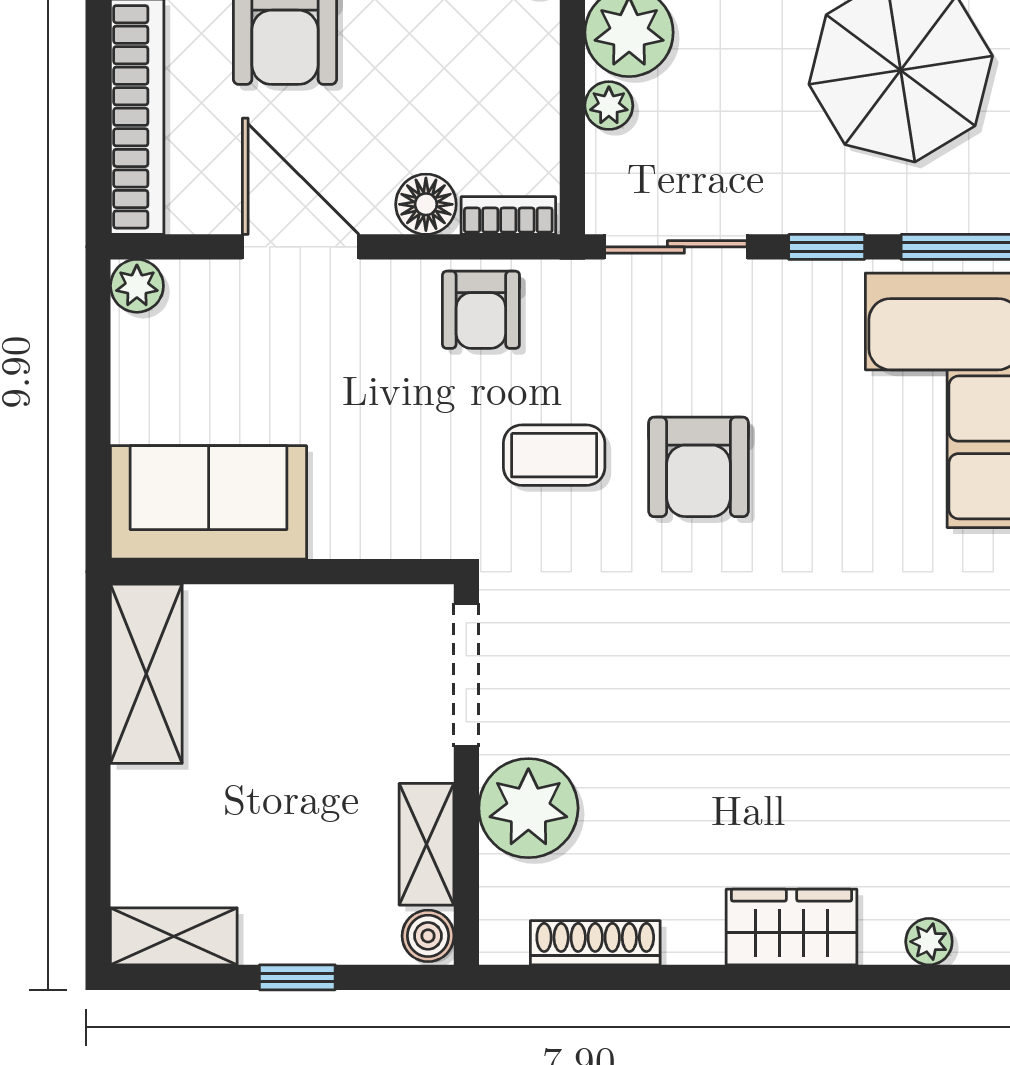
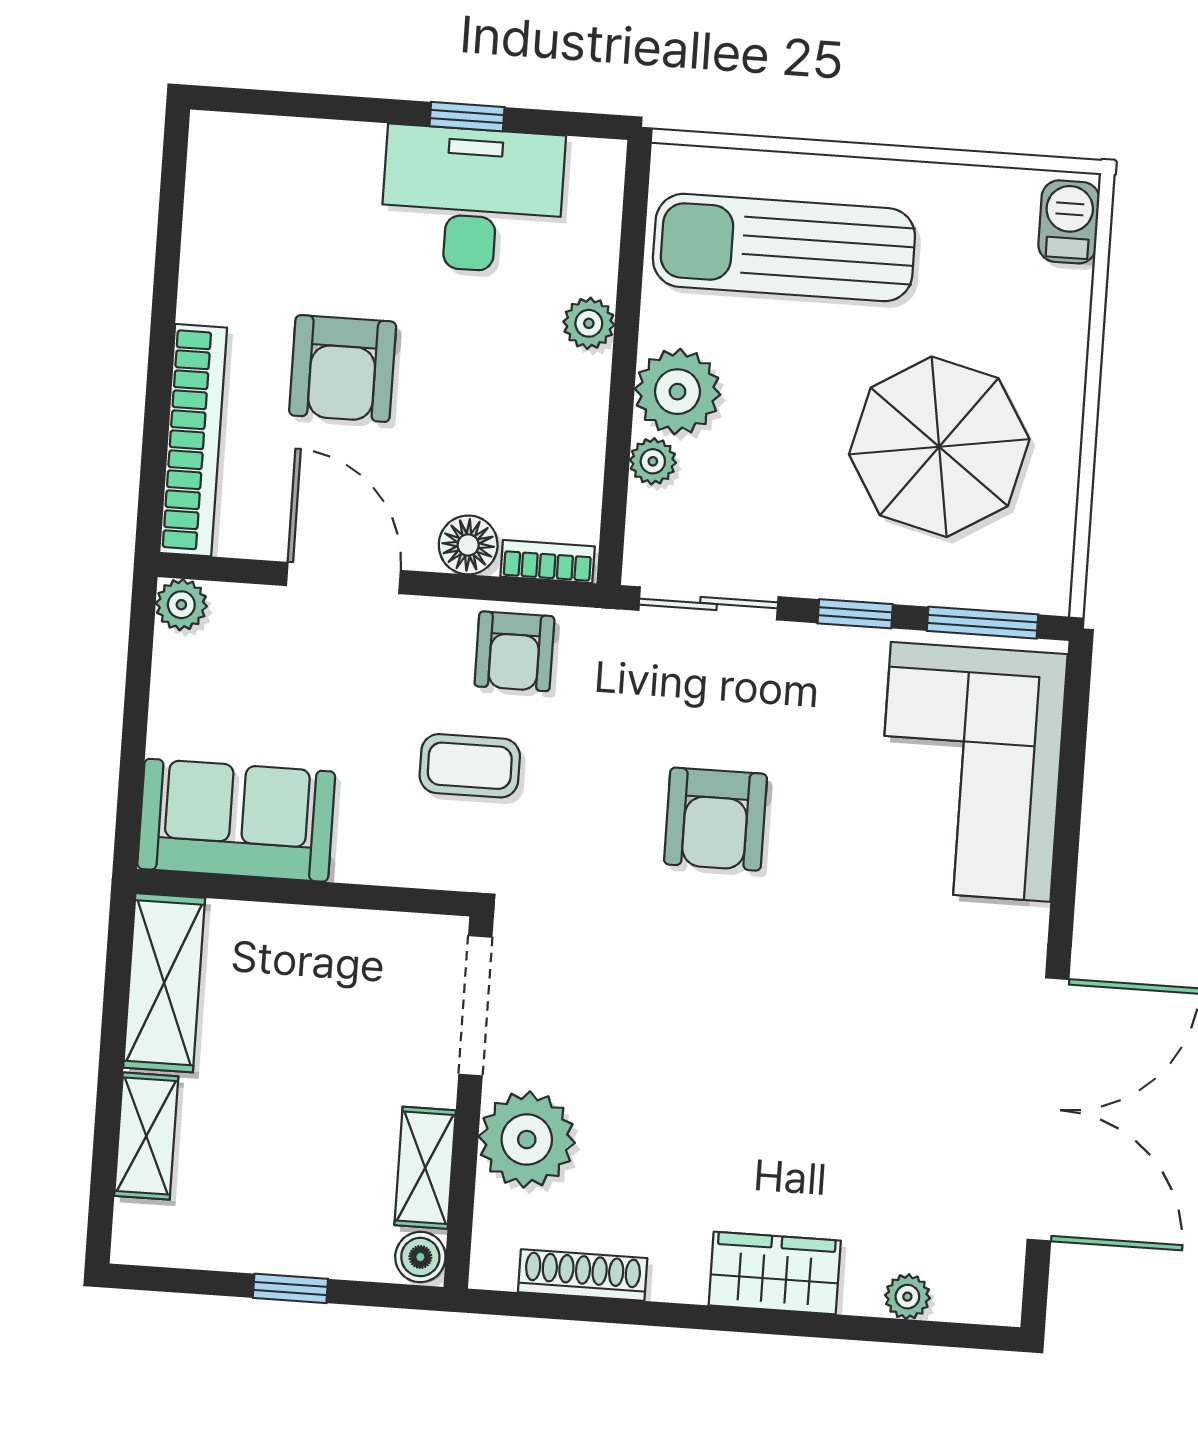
coffee table: (554, 455) -> (470, 766), moved
shelving: (174, 936) -> (146, 1136), moved, turned 90

